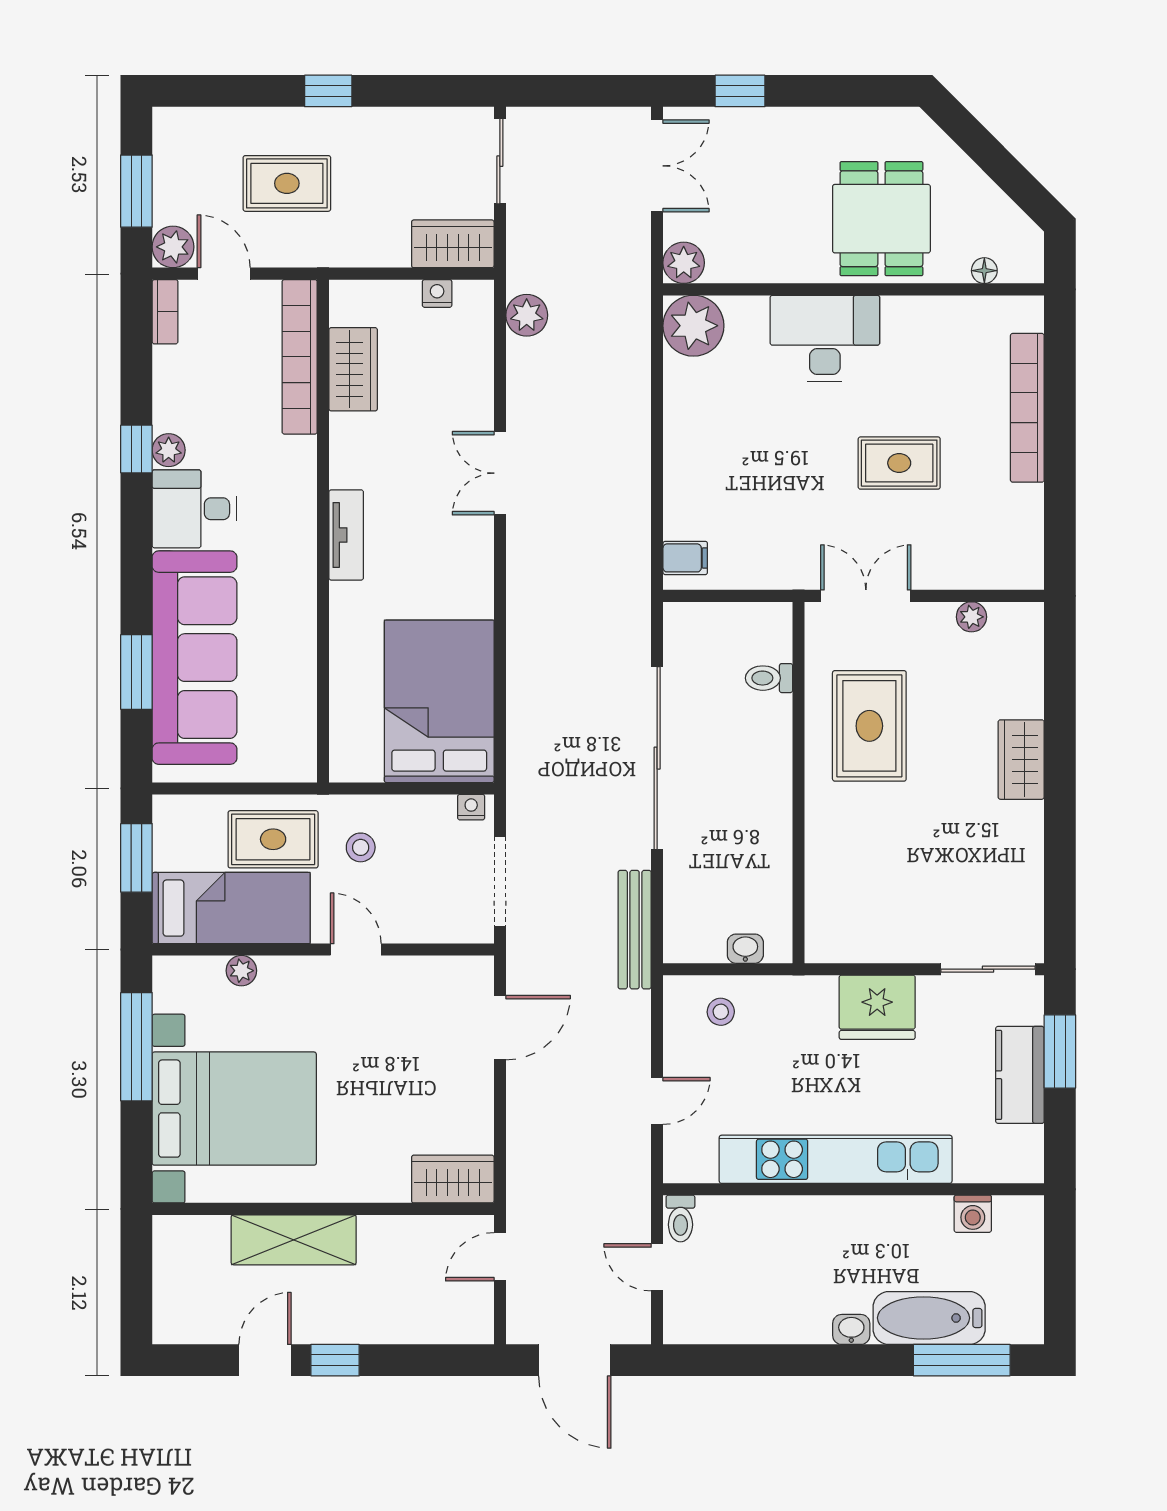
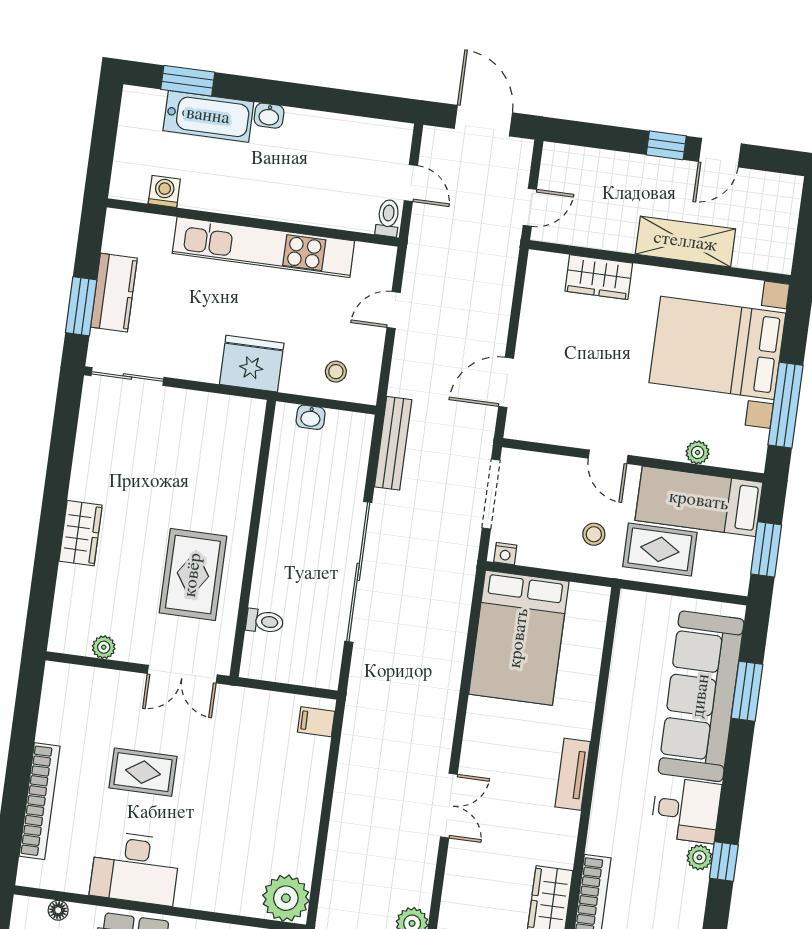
desk: (825, 338) -> (135, 868), moved
fridge: (877, 1007) -> (252, 364), moved
wardrobe: (453, 1179) -> (599, 277), moved
window: (962, 1360) -> (188, 81), width x0.69

